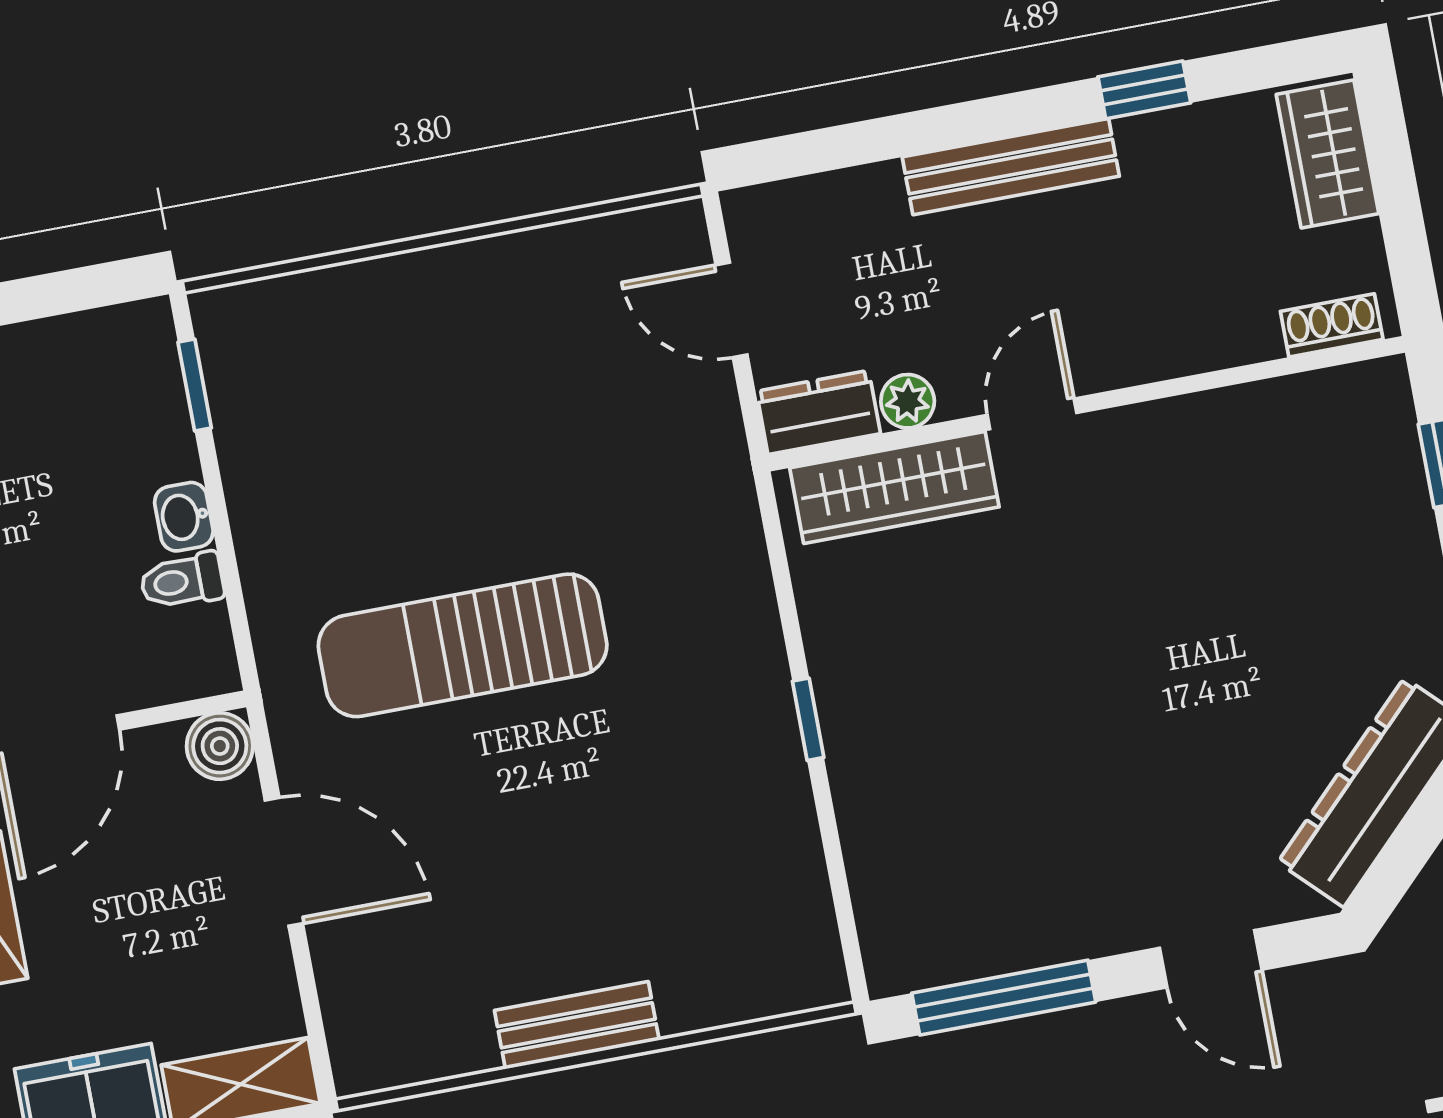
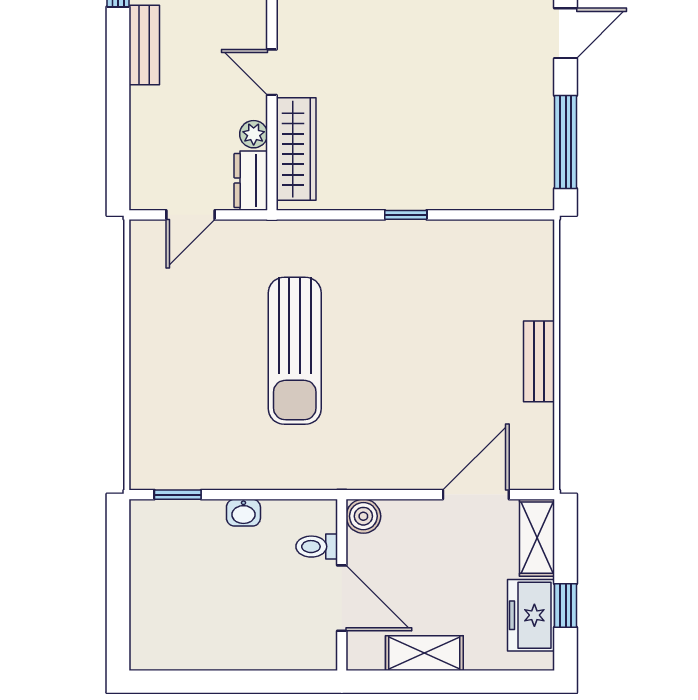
bench: (1011, 167) -> (144, 45), width x0.73
toilet: (182, 581) -> (317, 547), moved, turned 90
sun lounger: (463, 645) -> (295, 351), moved
door: (284, 862) -> (476, 495), moved

